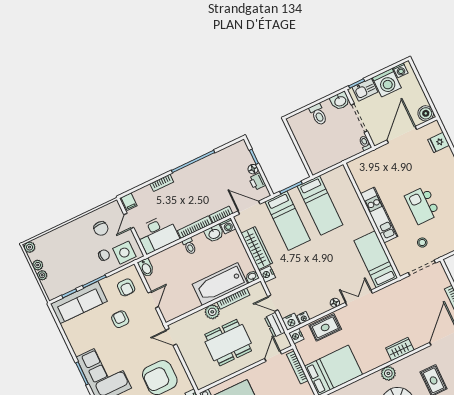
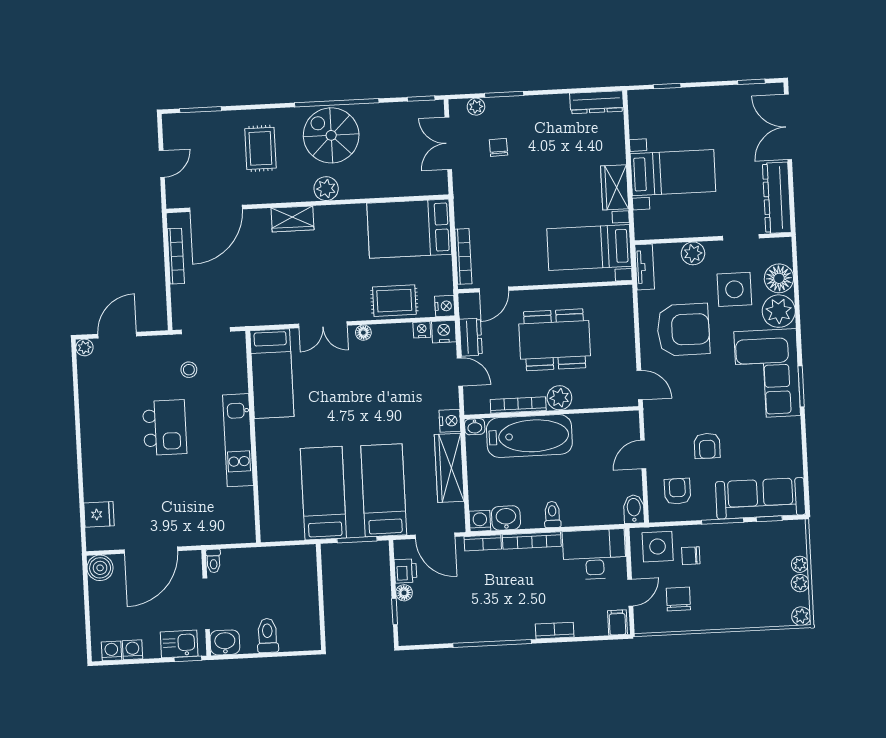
washing machine: (387, 83) -> (132, 650), width x0.53, depth x0.53

